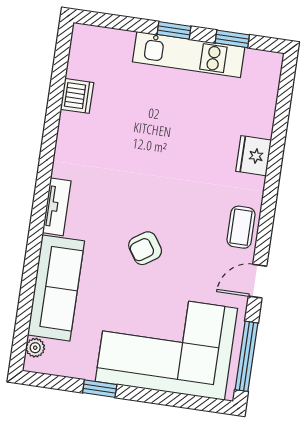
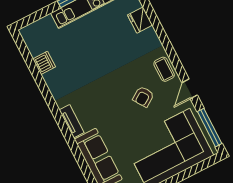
fridge: (254, 156) -> (140, 20), moved
armchair: (145, 248) -> (143, 97), moved

